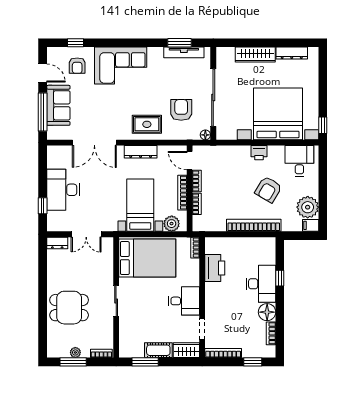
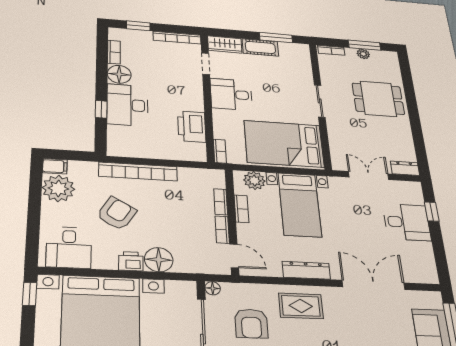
floor lamp: (241, 155) -> (159, 260), added
desk: (63, 190) -> (407, 222), width x0.73
bookcase: (182, 193) -> (241, 209), width x0.64

